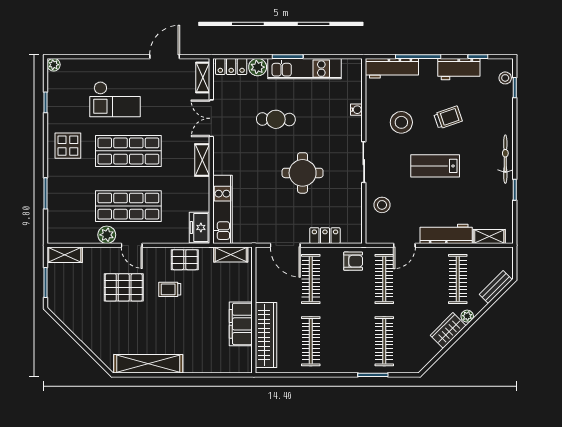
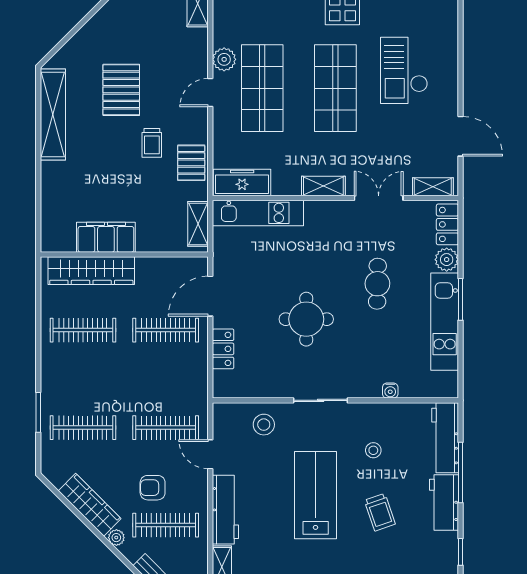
workbench: (459, 69) -> (444, 503), moved
stool: (401, 122) -> (373, 450), width x0.53, depth x0.53
lab bench: (435, 166) -> (316, 495), width x1.36, depth x1.39
freezer: (200, 227) -> (242, 182), width x1.40
armchair: (353, 261) -> (153, 488), moved, turned 90
pallet: (124, 287) -> (121, 90), moved
trolley: (170, 289) -> (152, 143), turned 180
wardrobe: (448, 330) -> (90, 505), width x1.50

